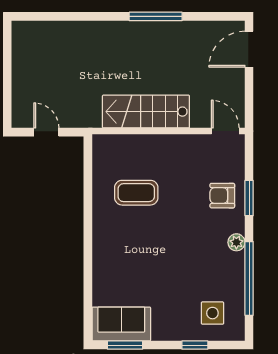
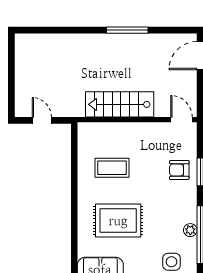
plant: (236, 242) -> (190, 230), moved
rug: (144, 260) -> (118, 221), added

